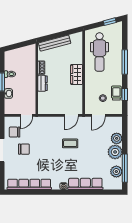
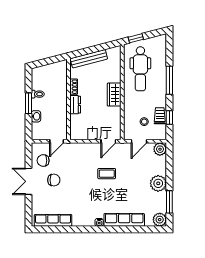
window: (110, 22) -> (136, 38), moved
plant: (117, 138) -> (160, 149), moved
window: (125, 168) -> (169, 202), width x0.69
plant: (116, 172) -> (160, 220), moved
row of seats: (29, 184) -> (53, 220), width x0.73

